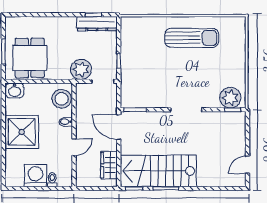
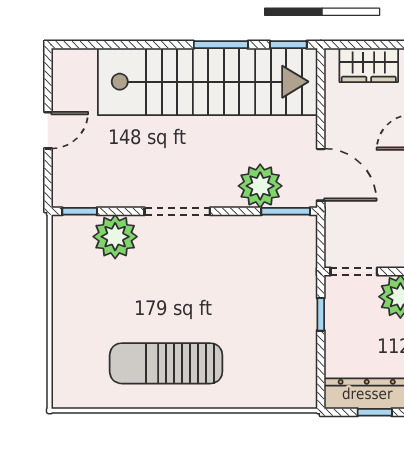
plant: (230, 98) -> (115, 237), moved
plant: (147, 122) -> (260, 186), added
wardrobe: (109, 165) -> (369, 65), moved, turned 90
door: (247, 165) -> (48, 130), moved
stairs: (158, 171) -> (208, 82), width x1.36

